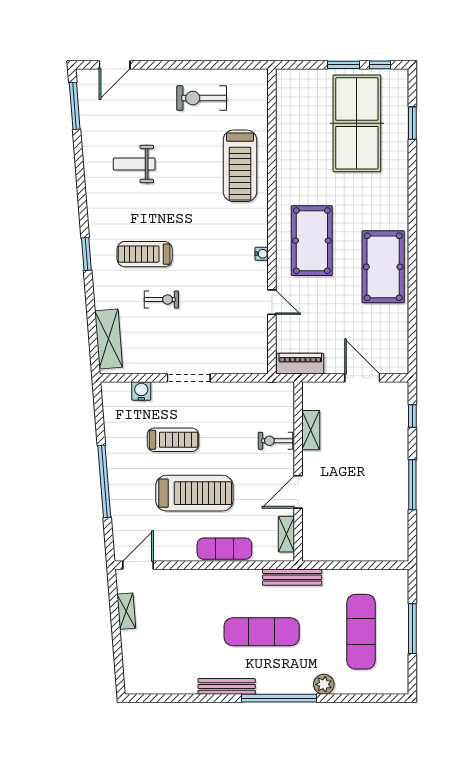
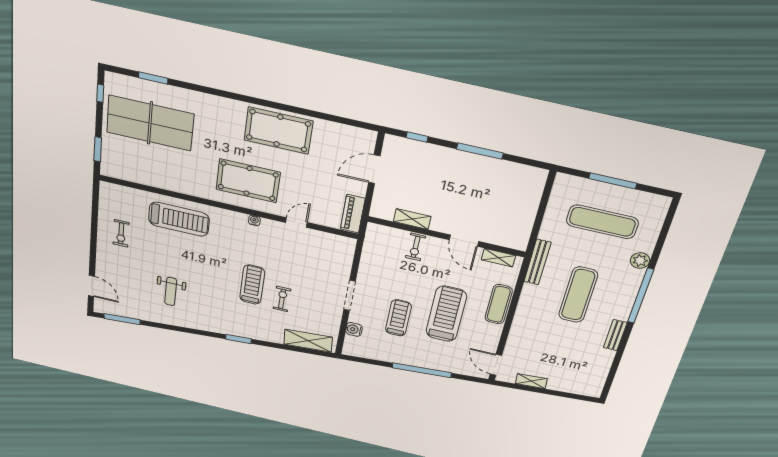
window: (343, 65) -> (98, 149), moved
exercise bike: (202, 98) -> (121, 233), width x0.73, depth x0.72
treadmill: (145, 254) -> (252, 285), moved, turned 180
bench: (227, 686) -> (615, 335), width x0.73

